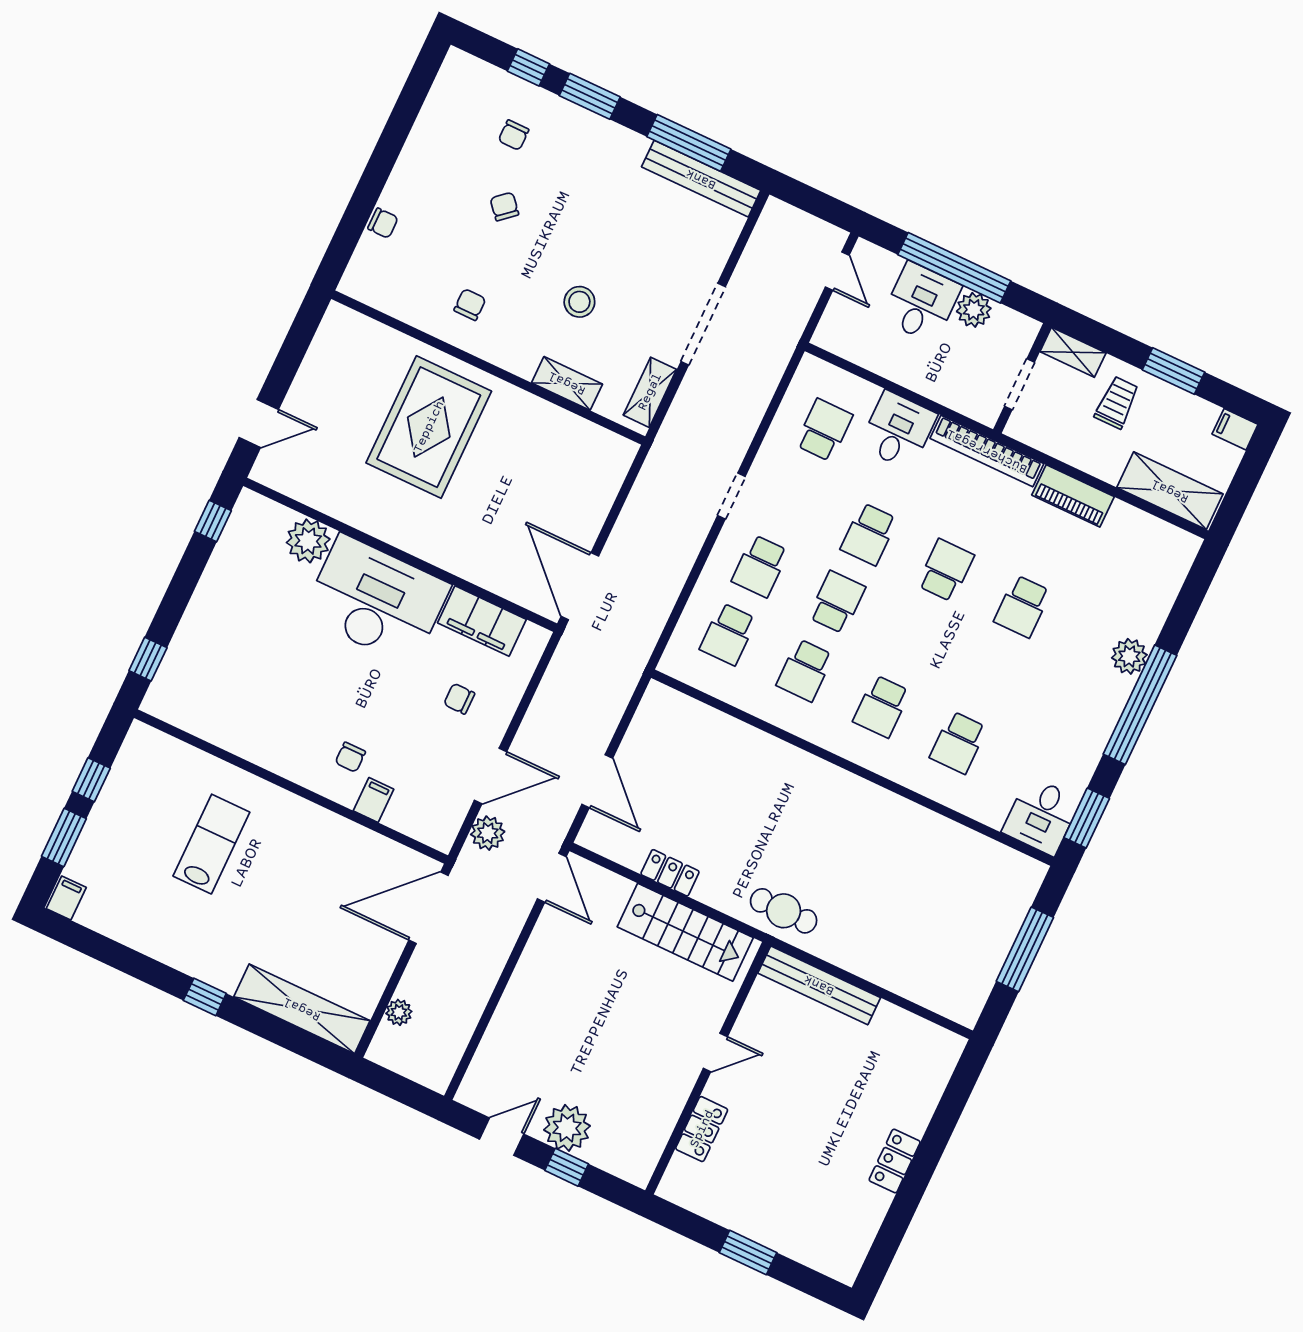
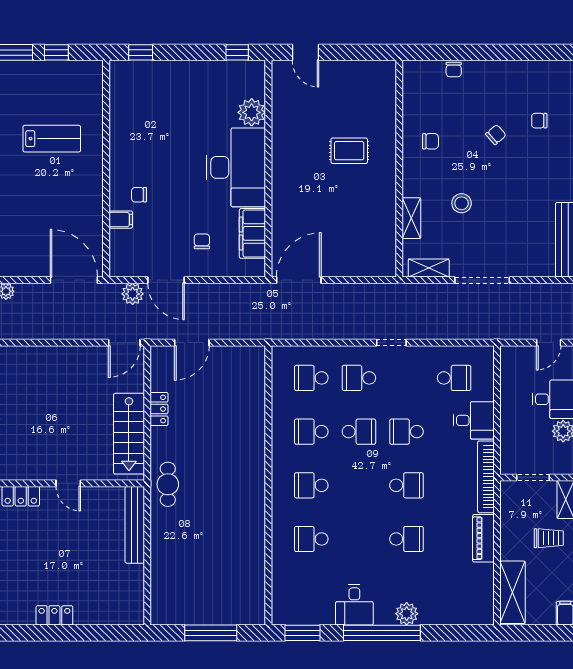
rug: (429, 427) -> (349, 151), width x0.54, depth x0.49
school desk: (1022, 606) -> (406, 539), turned 180
desk: (1041, 816) -> (354, 605), moved, turned -90

